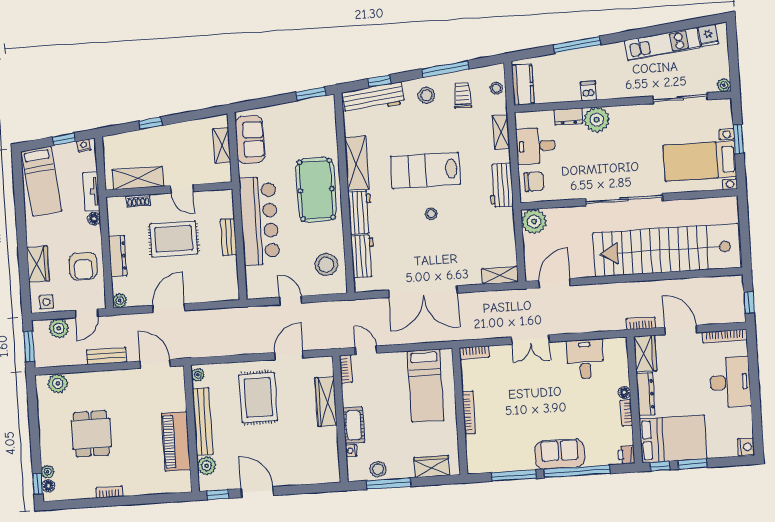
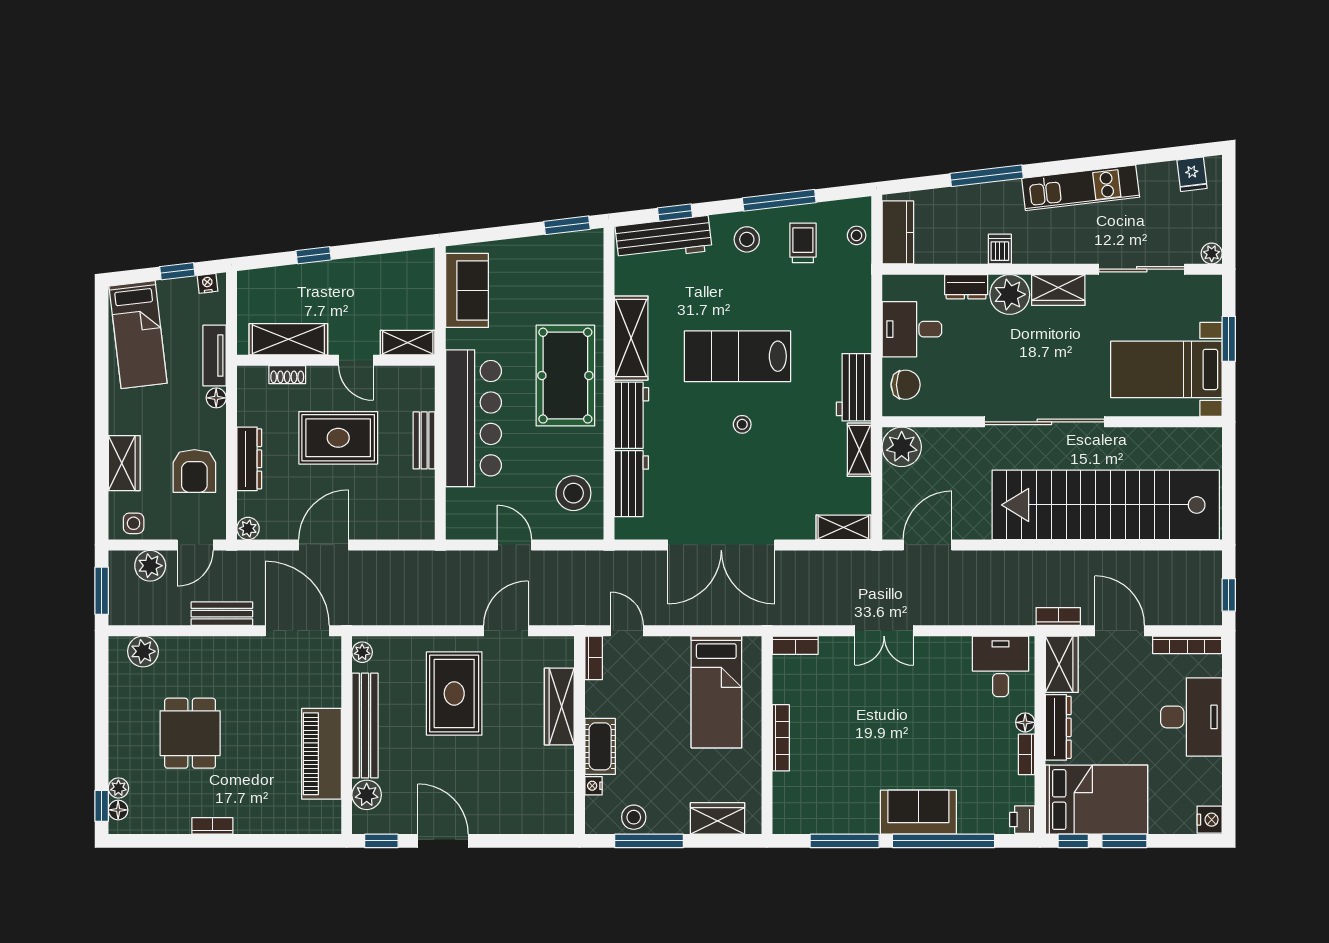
kitchen unit: (662, 44) -> (1081, 188), moved
wardrobe: (628, 115) -> (1058, 290), added
shelving: (501, 132) -> (859, 450), moved
shelving: (222, 145) -> (408, 343), moved, turned 90
desk: (585, 359) -> (1001, 666), moved
door: (155, 364) -> (297, 631), width x1.36

